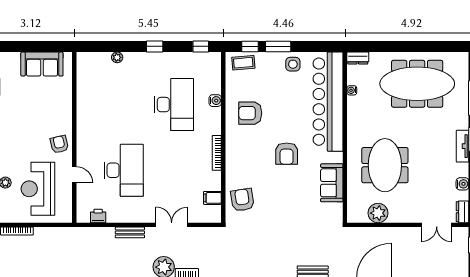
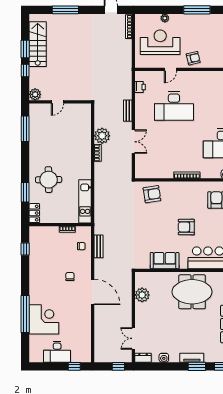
meeting table: (385, 165) -> (192, 292), moved
filing cabinet: (212, 198) -> (153, 172), removed

